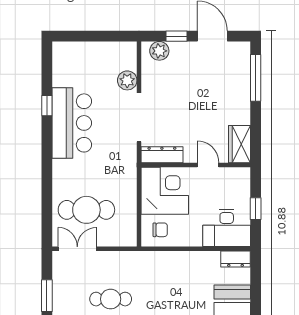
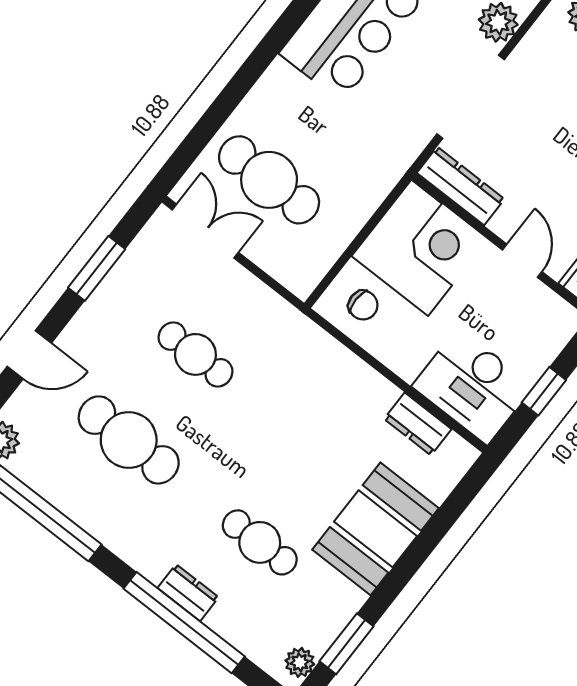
dresser: (236, 259) -> (418, 424), moved

